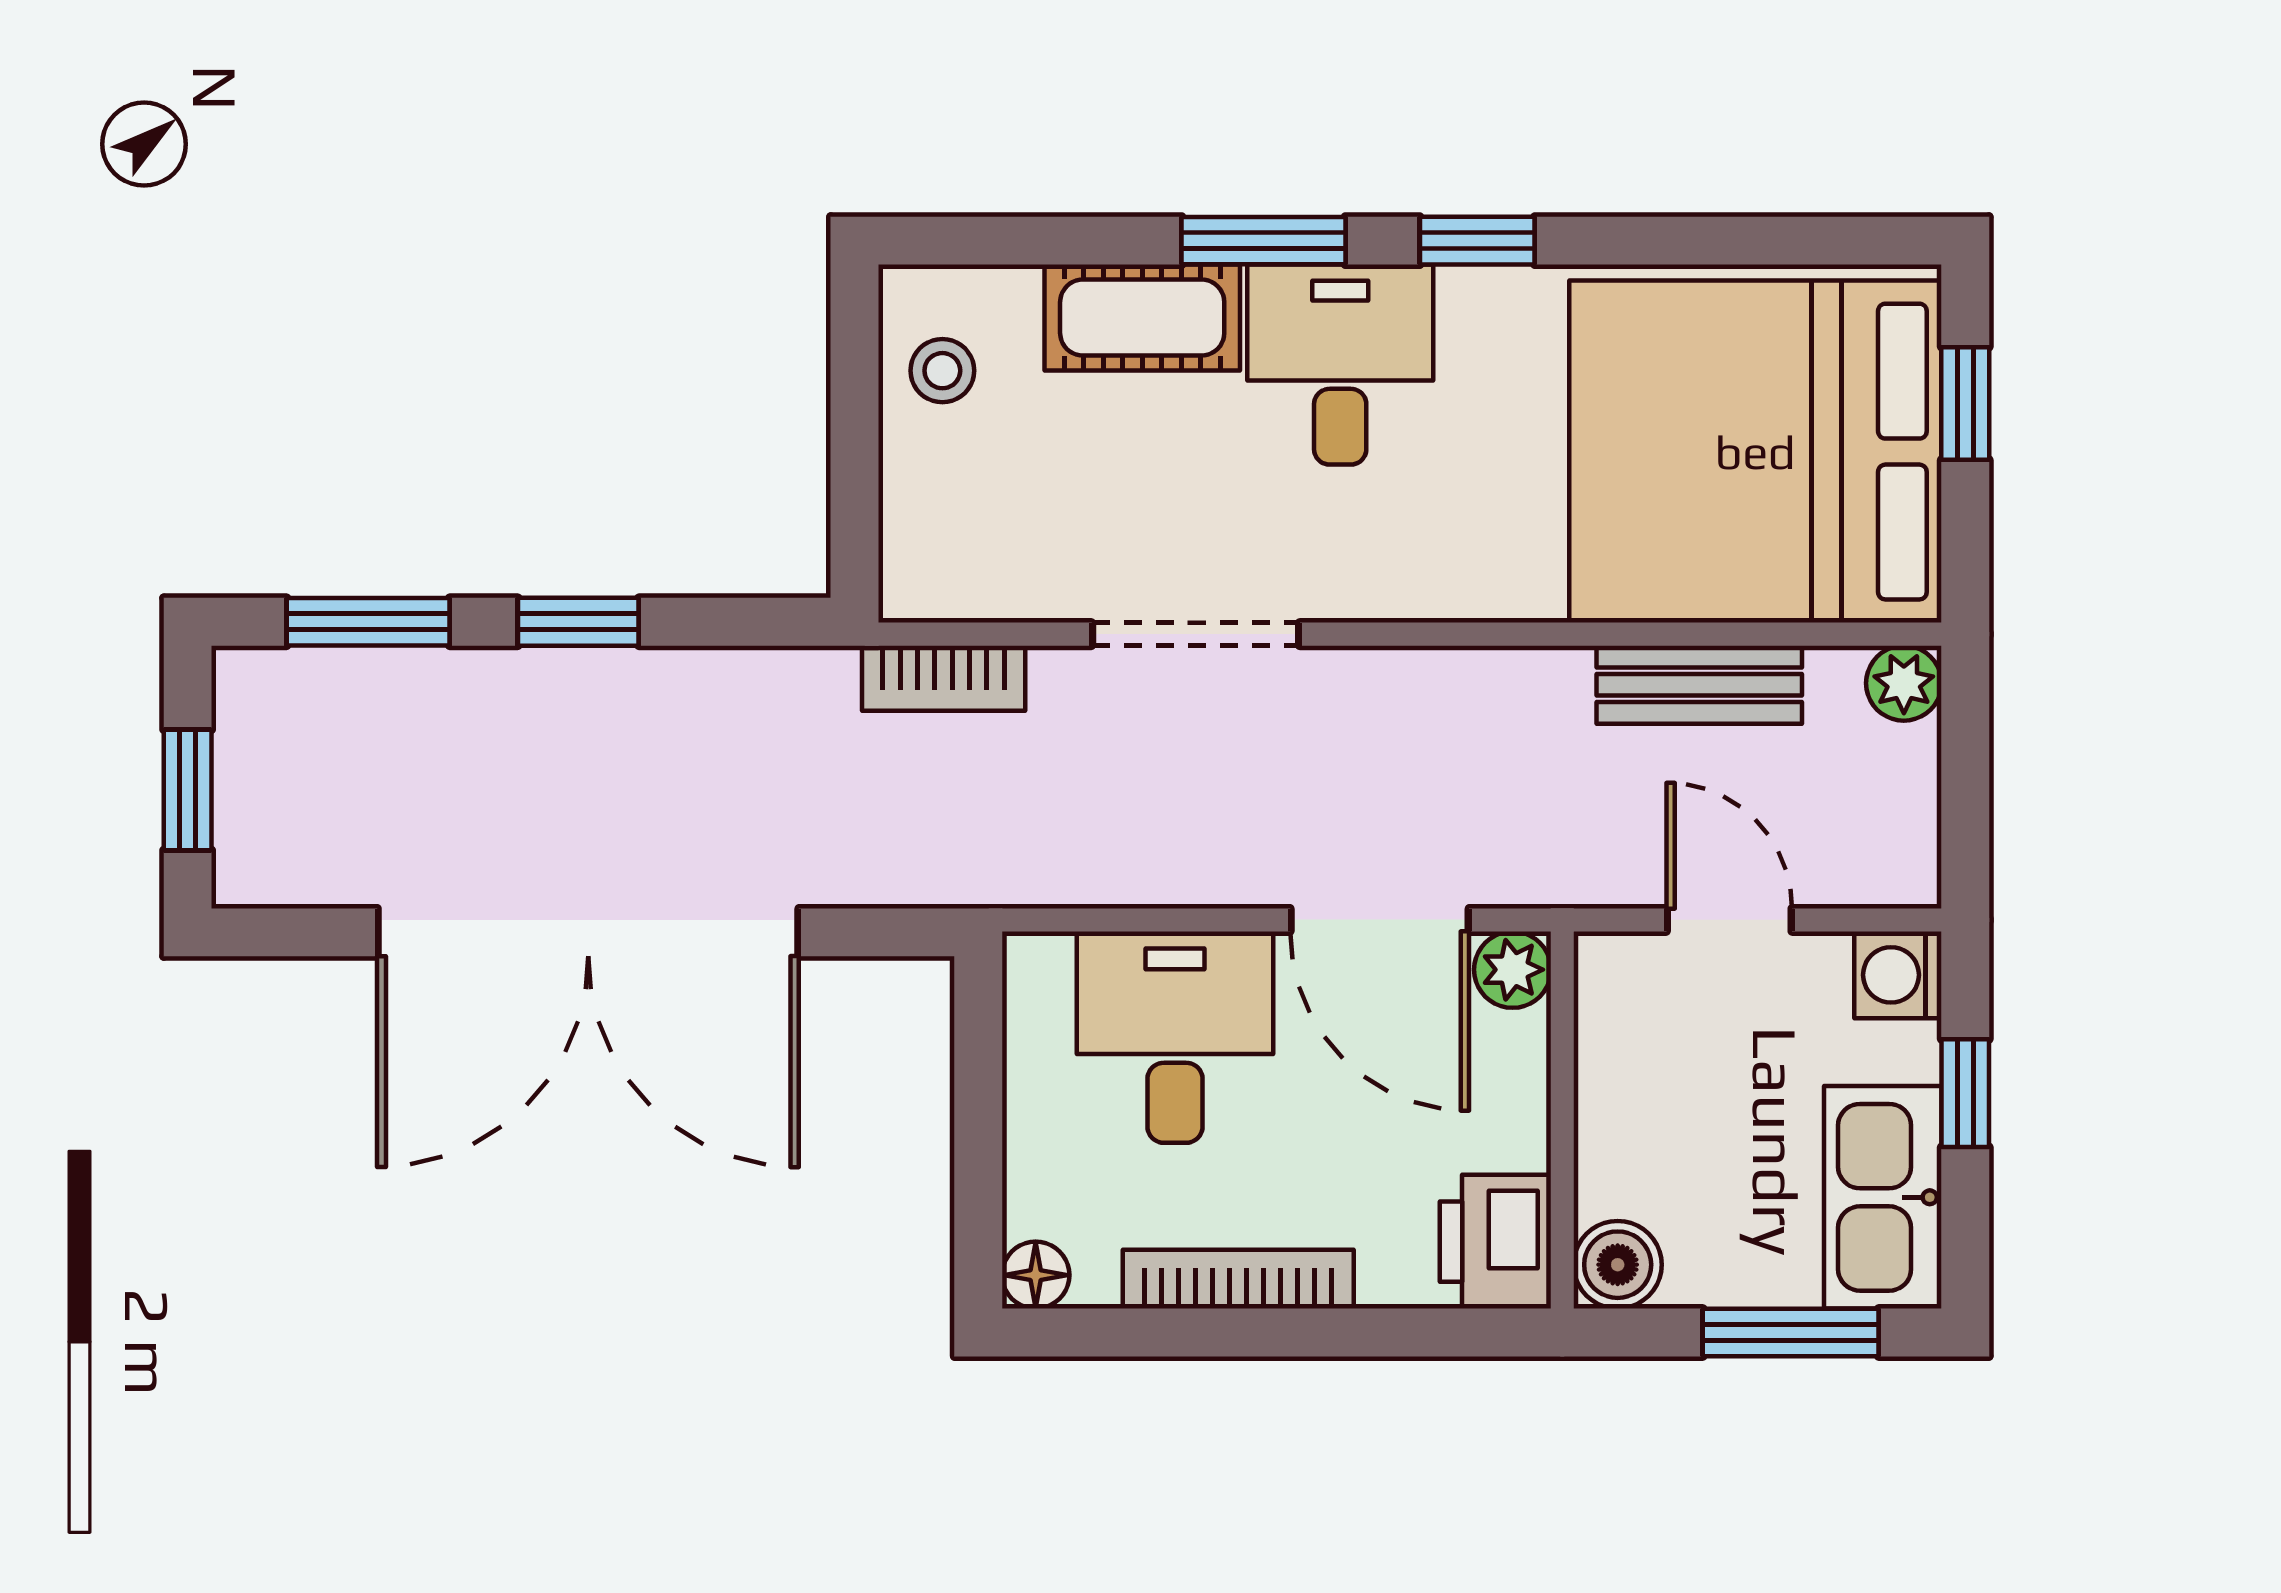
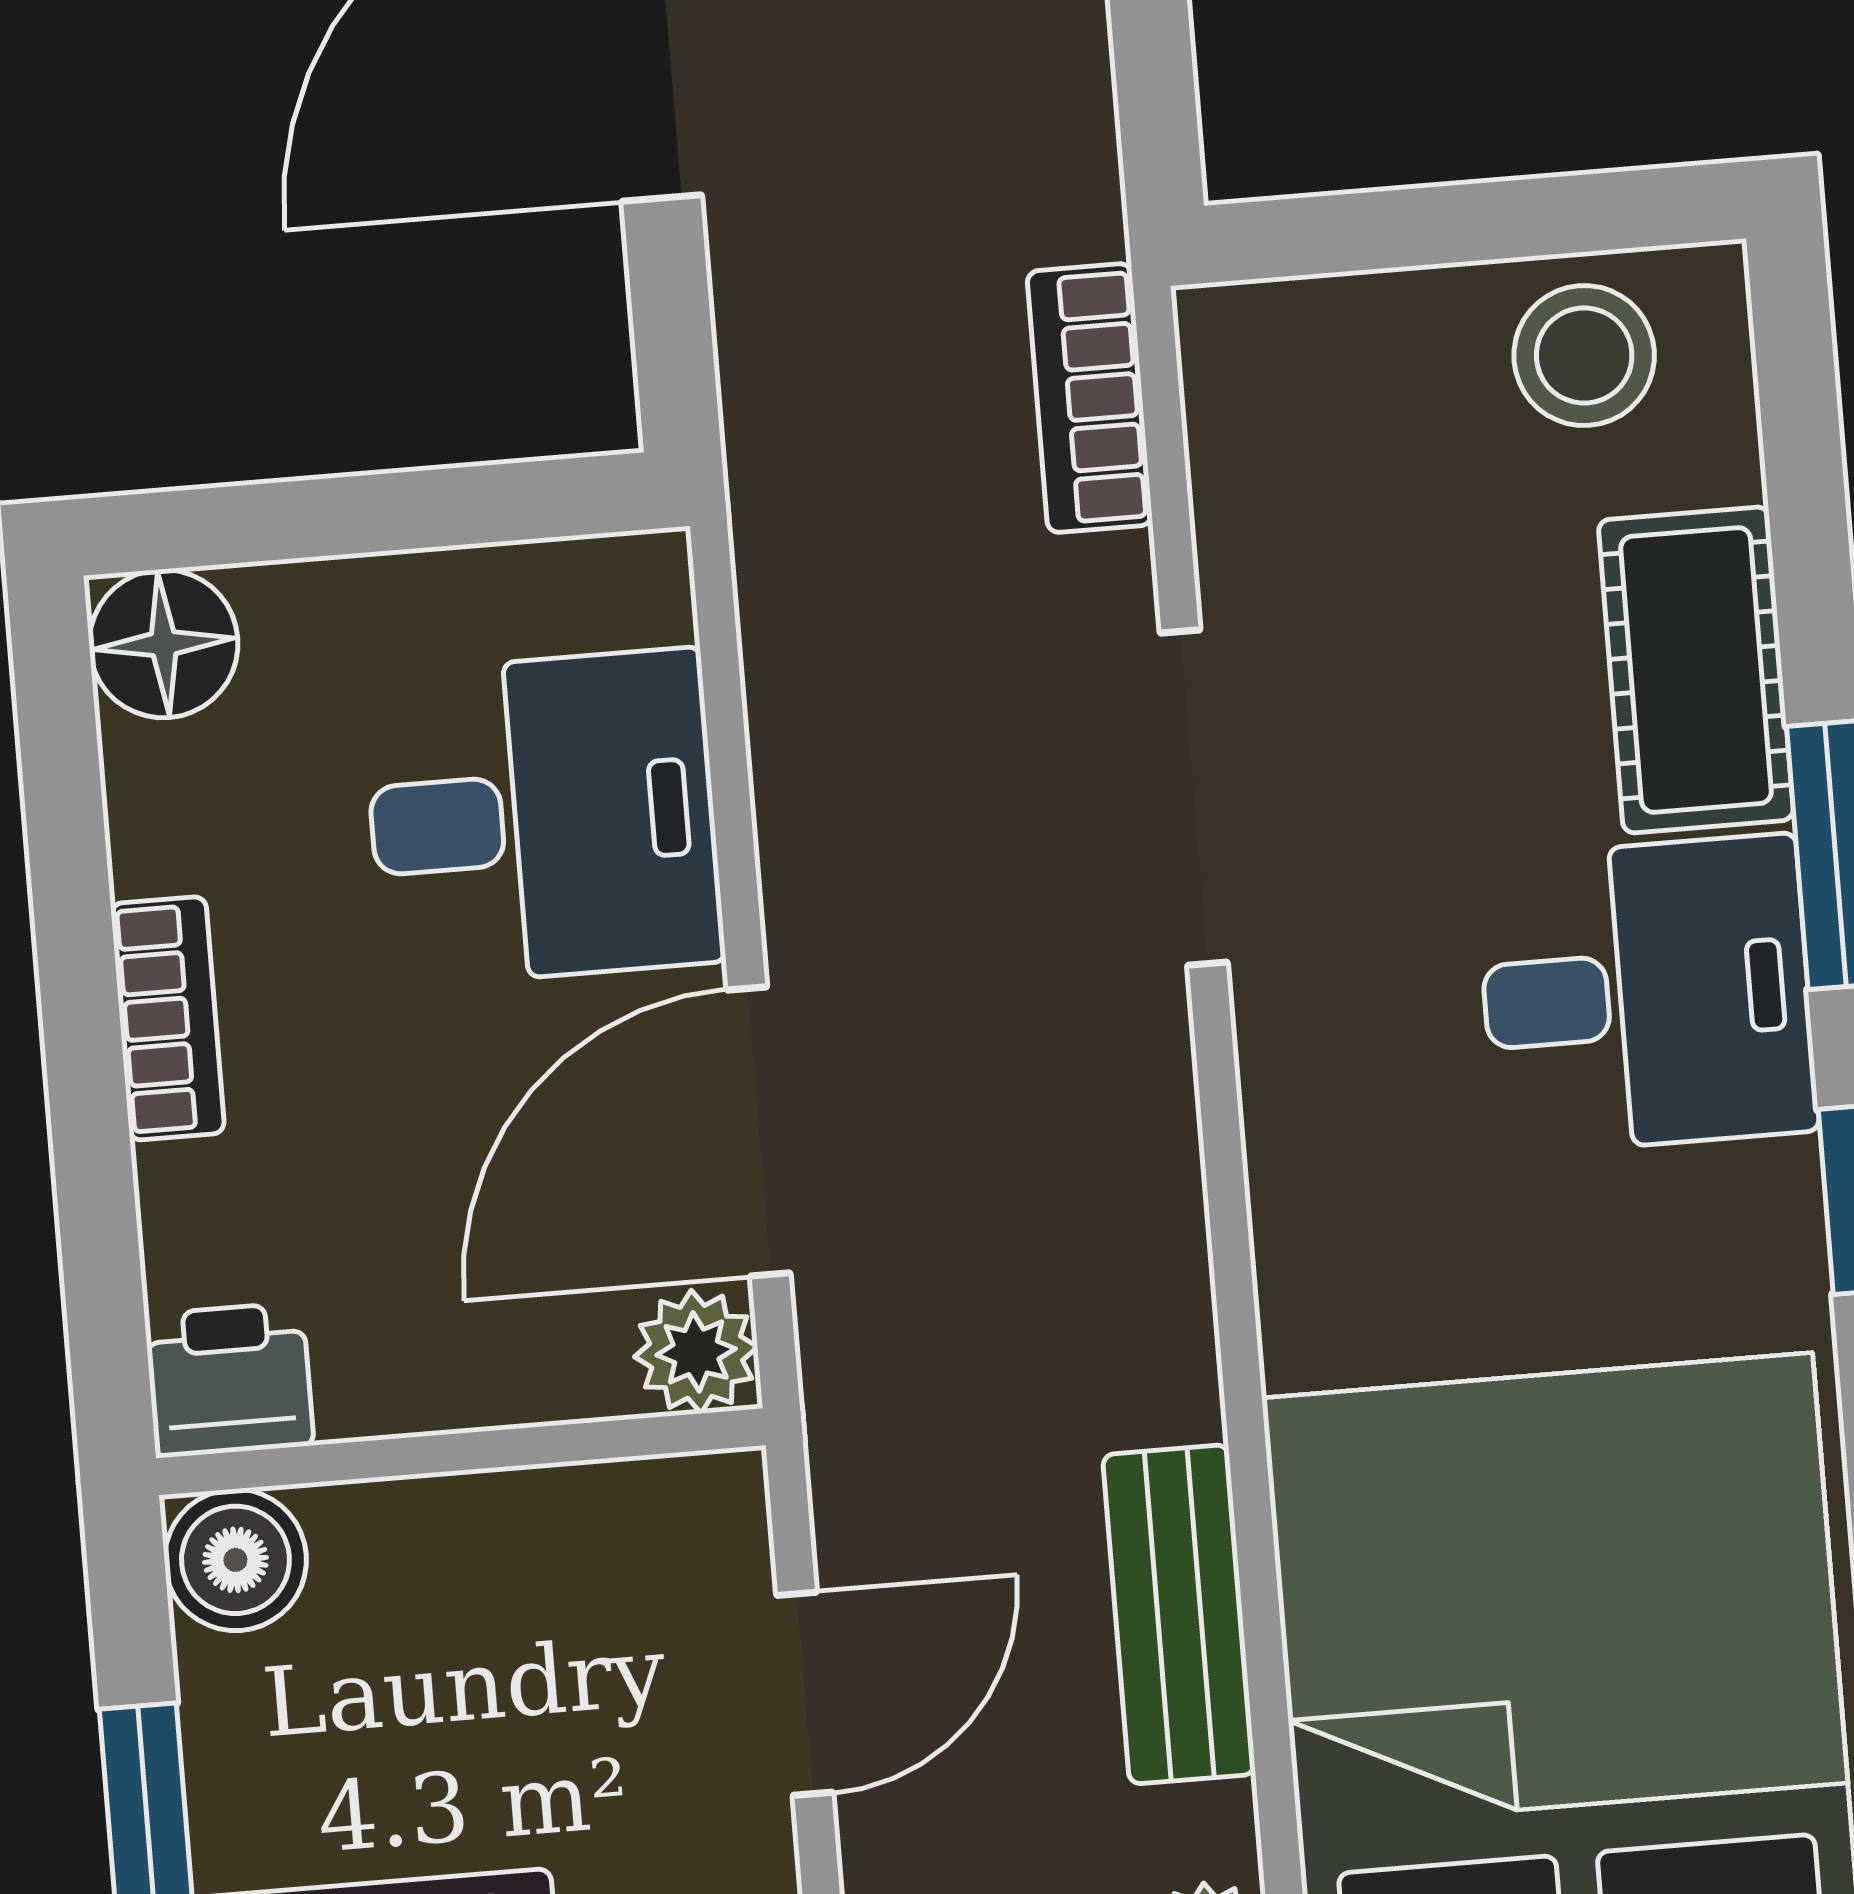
stool: (942, 371) -> (1584, 356), width x1.37, depth x1.37
printer: (1495, 1242) -> (229, 1380), width x0.73, depth x0.81
floor lamp: (1036, 1275) -> (164, 644), width x1.37, depth x1.37
bookcase: (1238, 1279) -> (168, 1018), width x0.64

